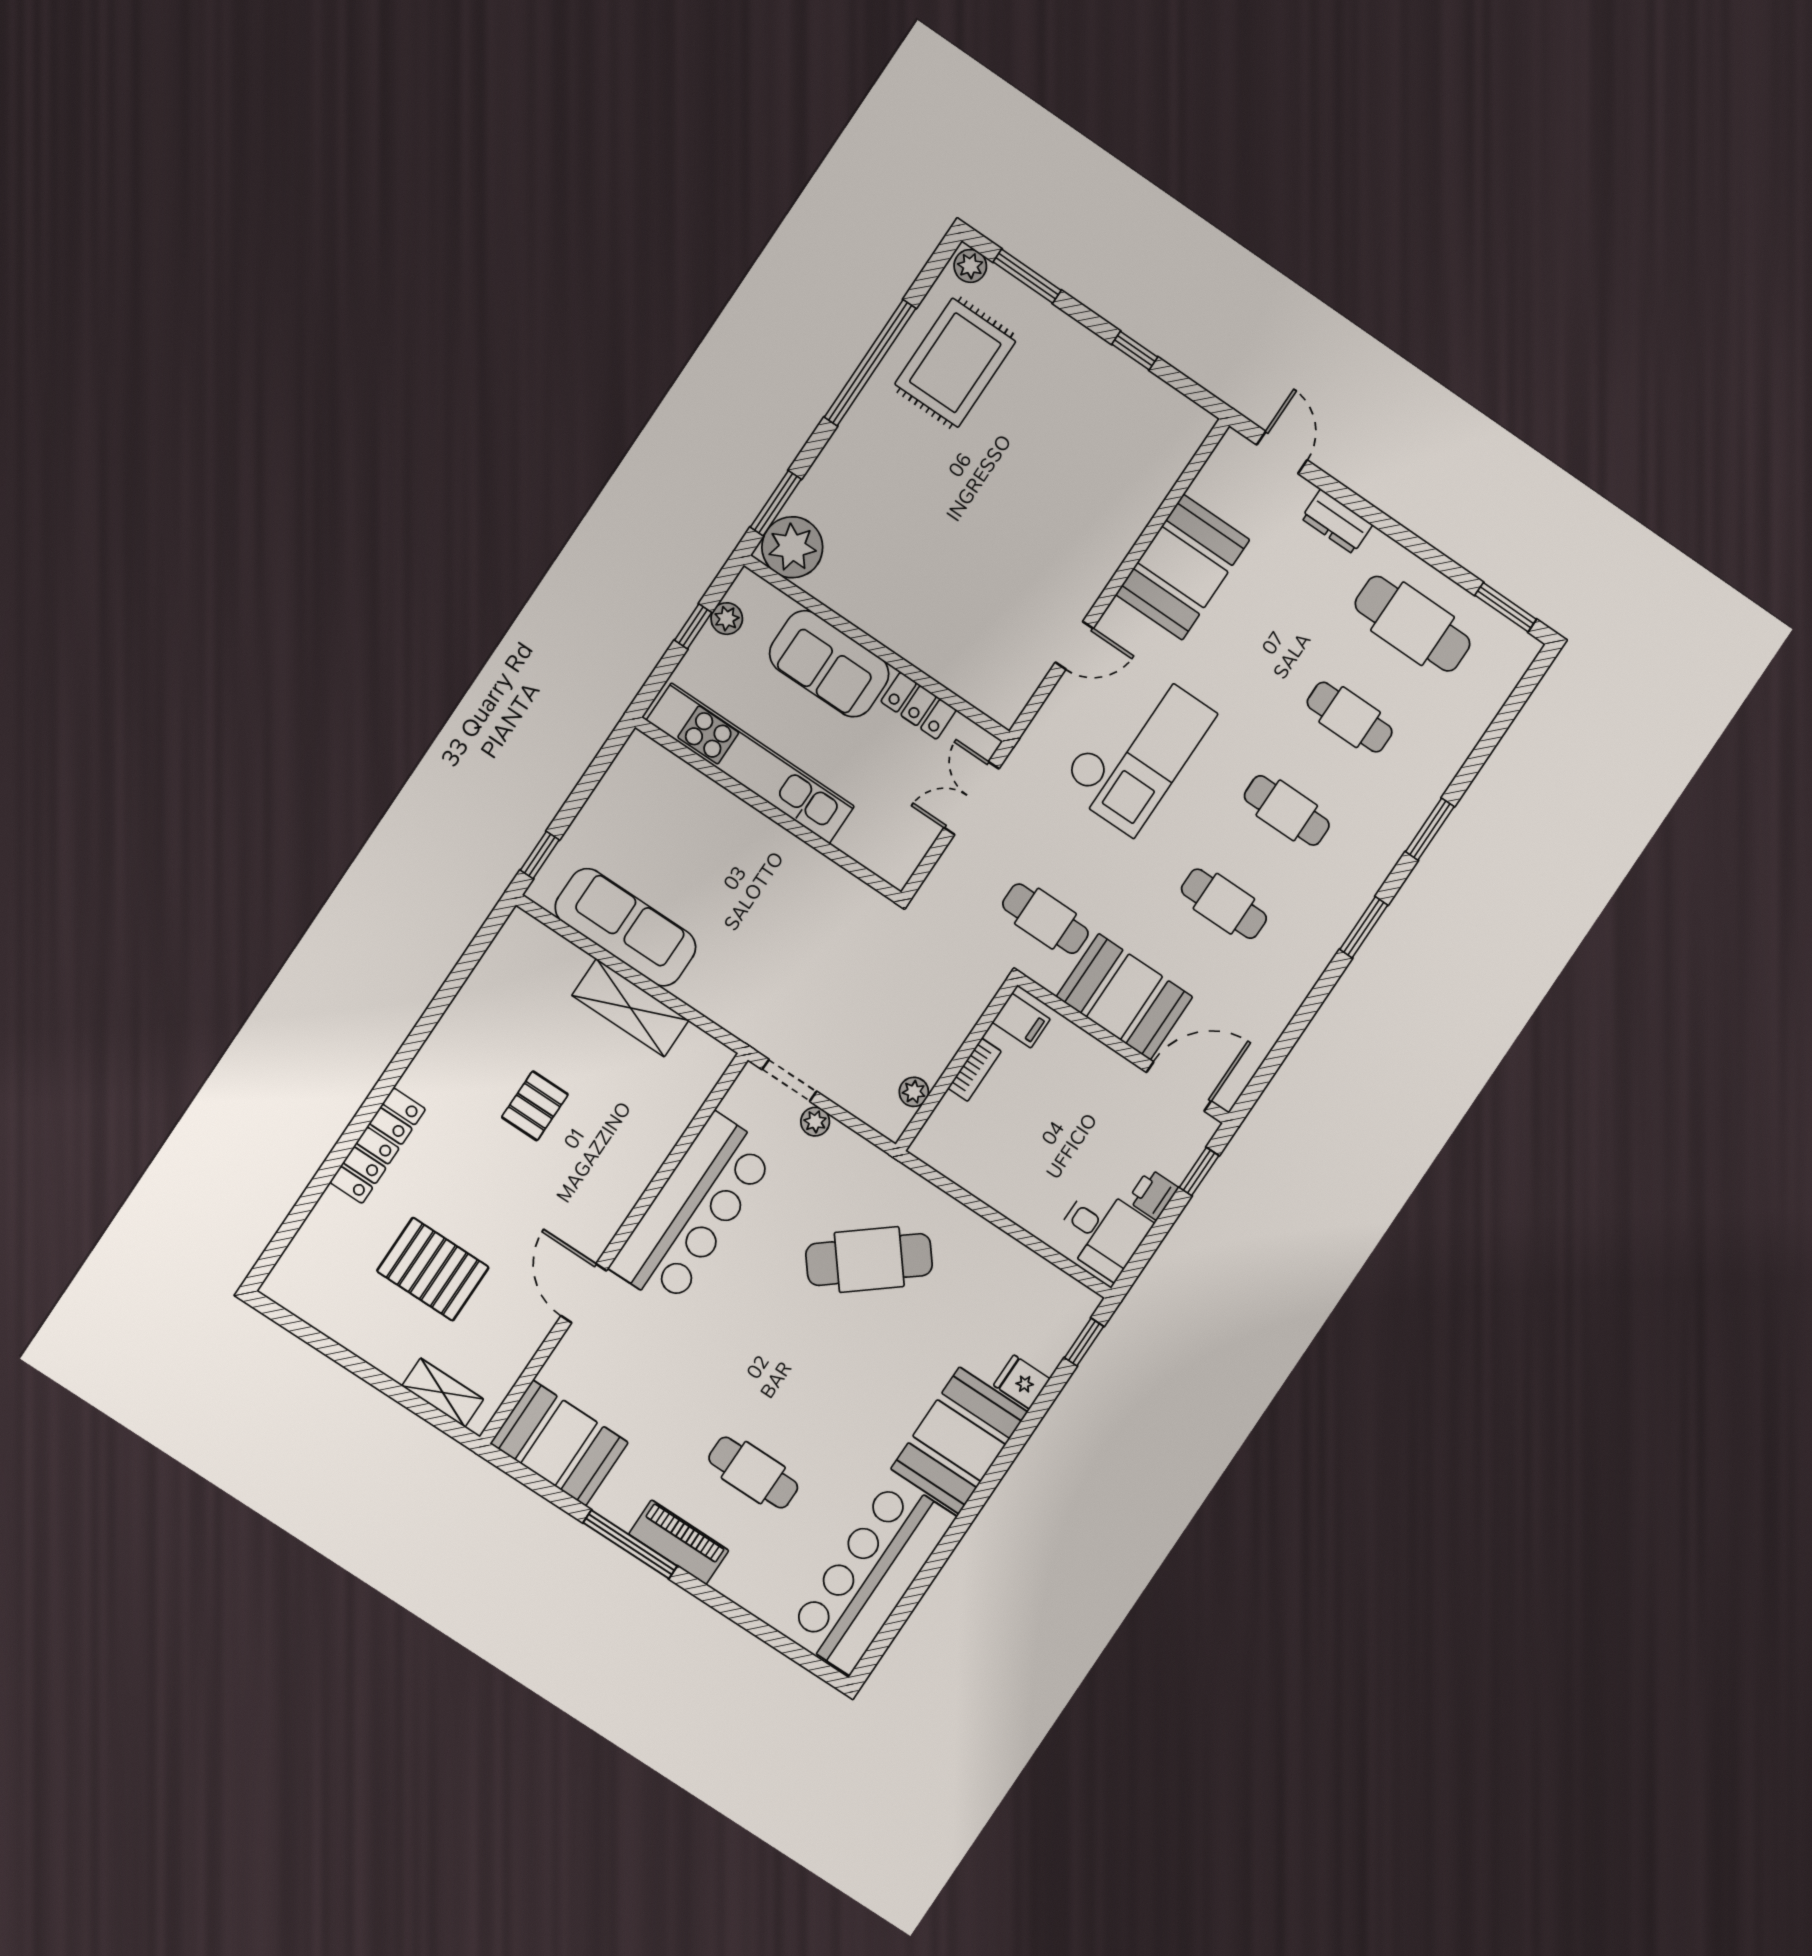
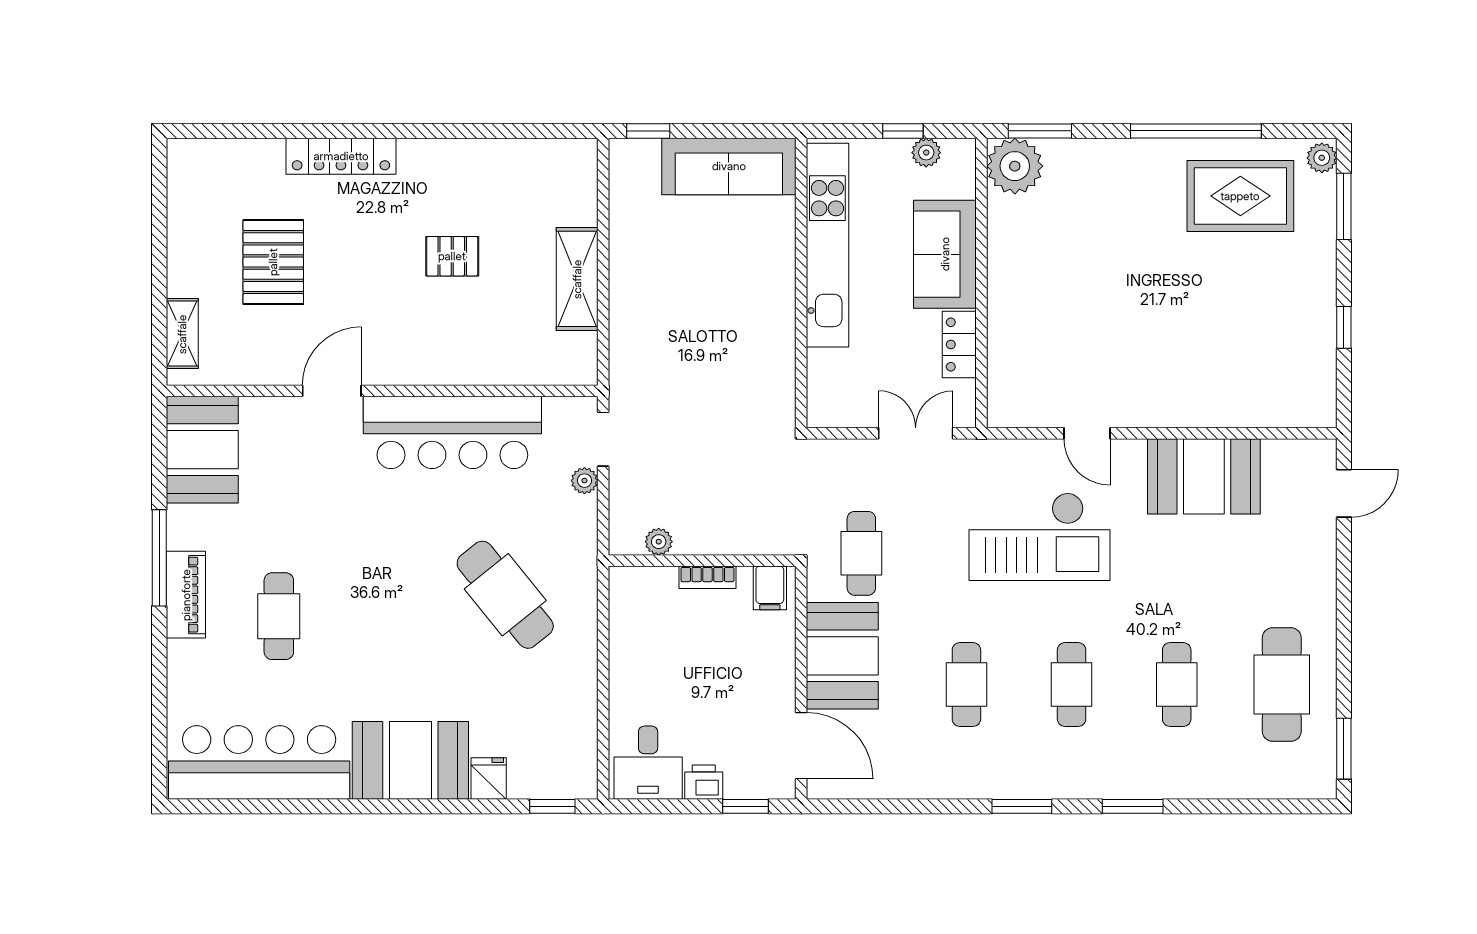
dresser: (1337, 522) -> (1320, 572), removed
sofa: (625, 927) -> (729, 166), moved, turned 90

